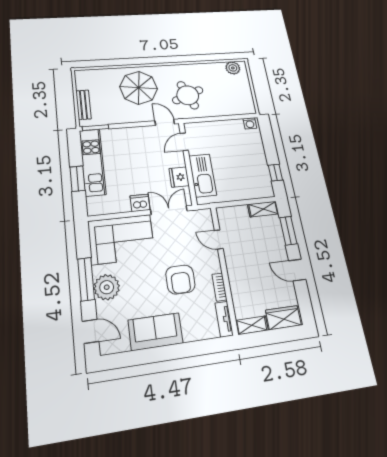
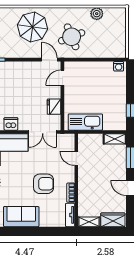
plant: (233, 68) -> (97, 14), moved
kitchen sink: (203, 175) -> (85, 122), moved, turned -90
dishwasher: (140, 203) -> (11, 124), moved
double door: (169, 210) -> (43, 132), swing flipped
armchair: (180, 280) -> (44, 184), turned -90

